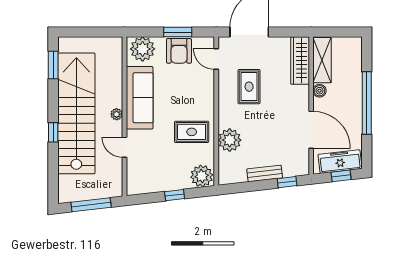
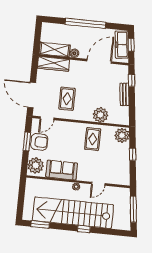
rug: (249, 87) -> (67, 99), turned 90
sofa: (140, 98) -> (62, 170), width x0.73

